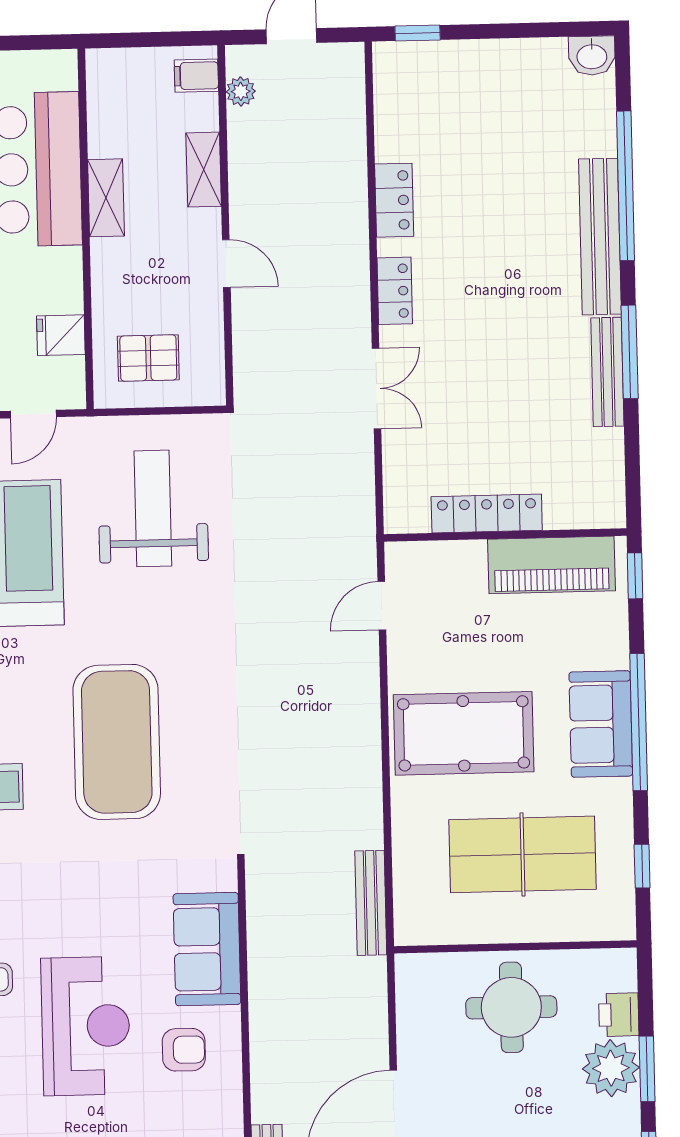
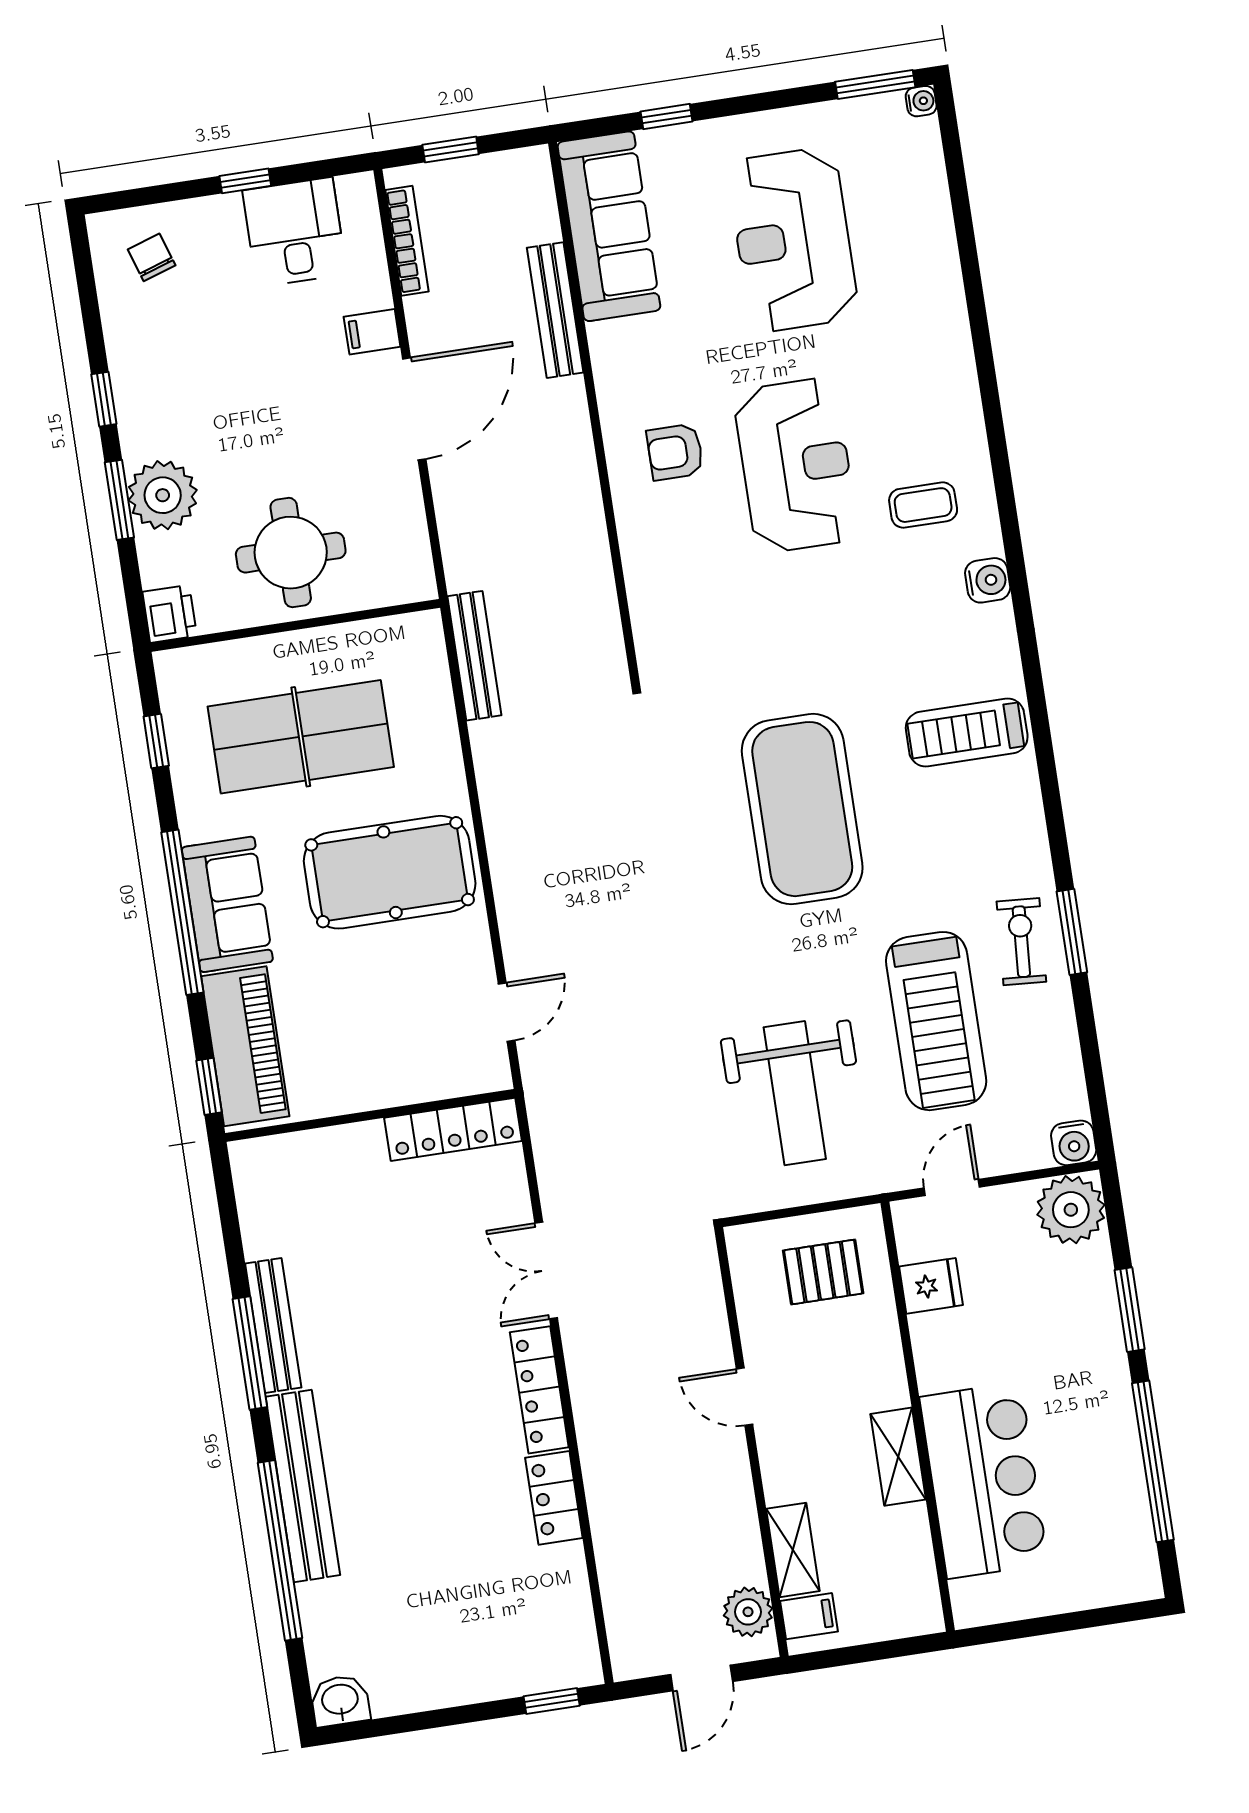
plant: (241, 91) -> (748, 1612), width x1.38, depth x1.38
shelving: (204, 170) -> (793, 1550), moved
locker: (395, 291) -> (539, 1390), width x1.53
locker: (487, 513) -> (453, 1129), moved
piano: (552, 565) -> (245, 1046), moved, turned 90
sofa: (207, 949) -> (663, 576), removed
printer: (619, 1015) -> (170, 614), moved
reception desk: (86, 1026) -> (796, 465), turned 180

